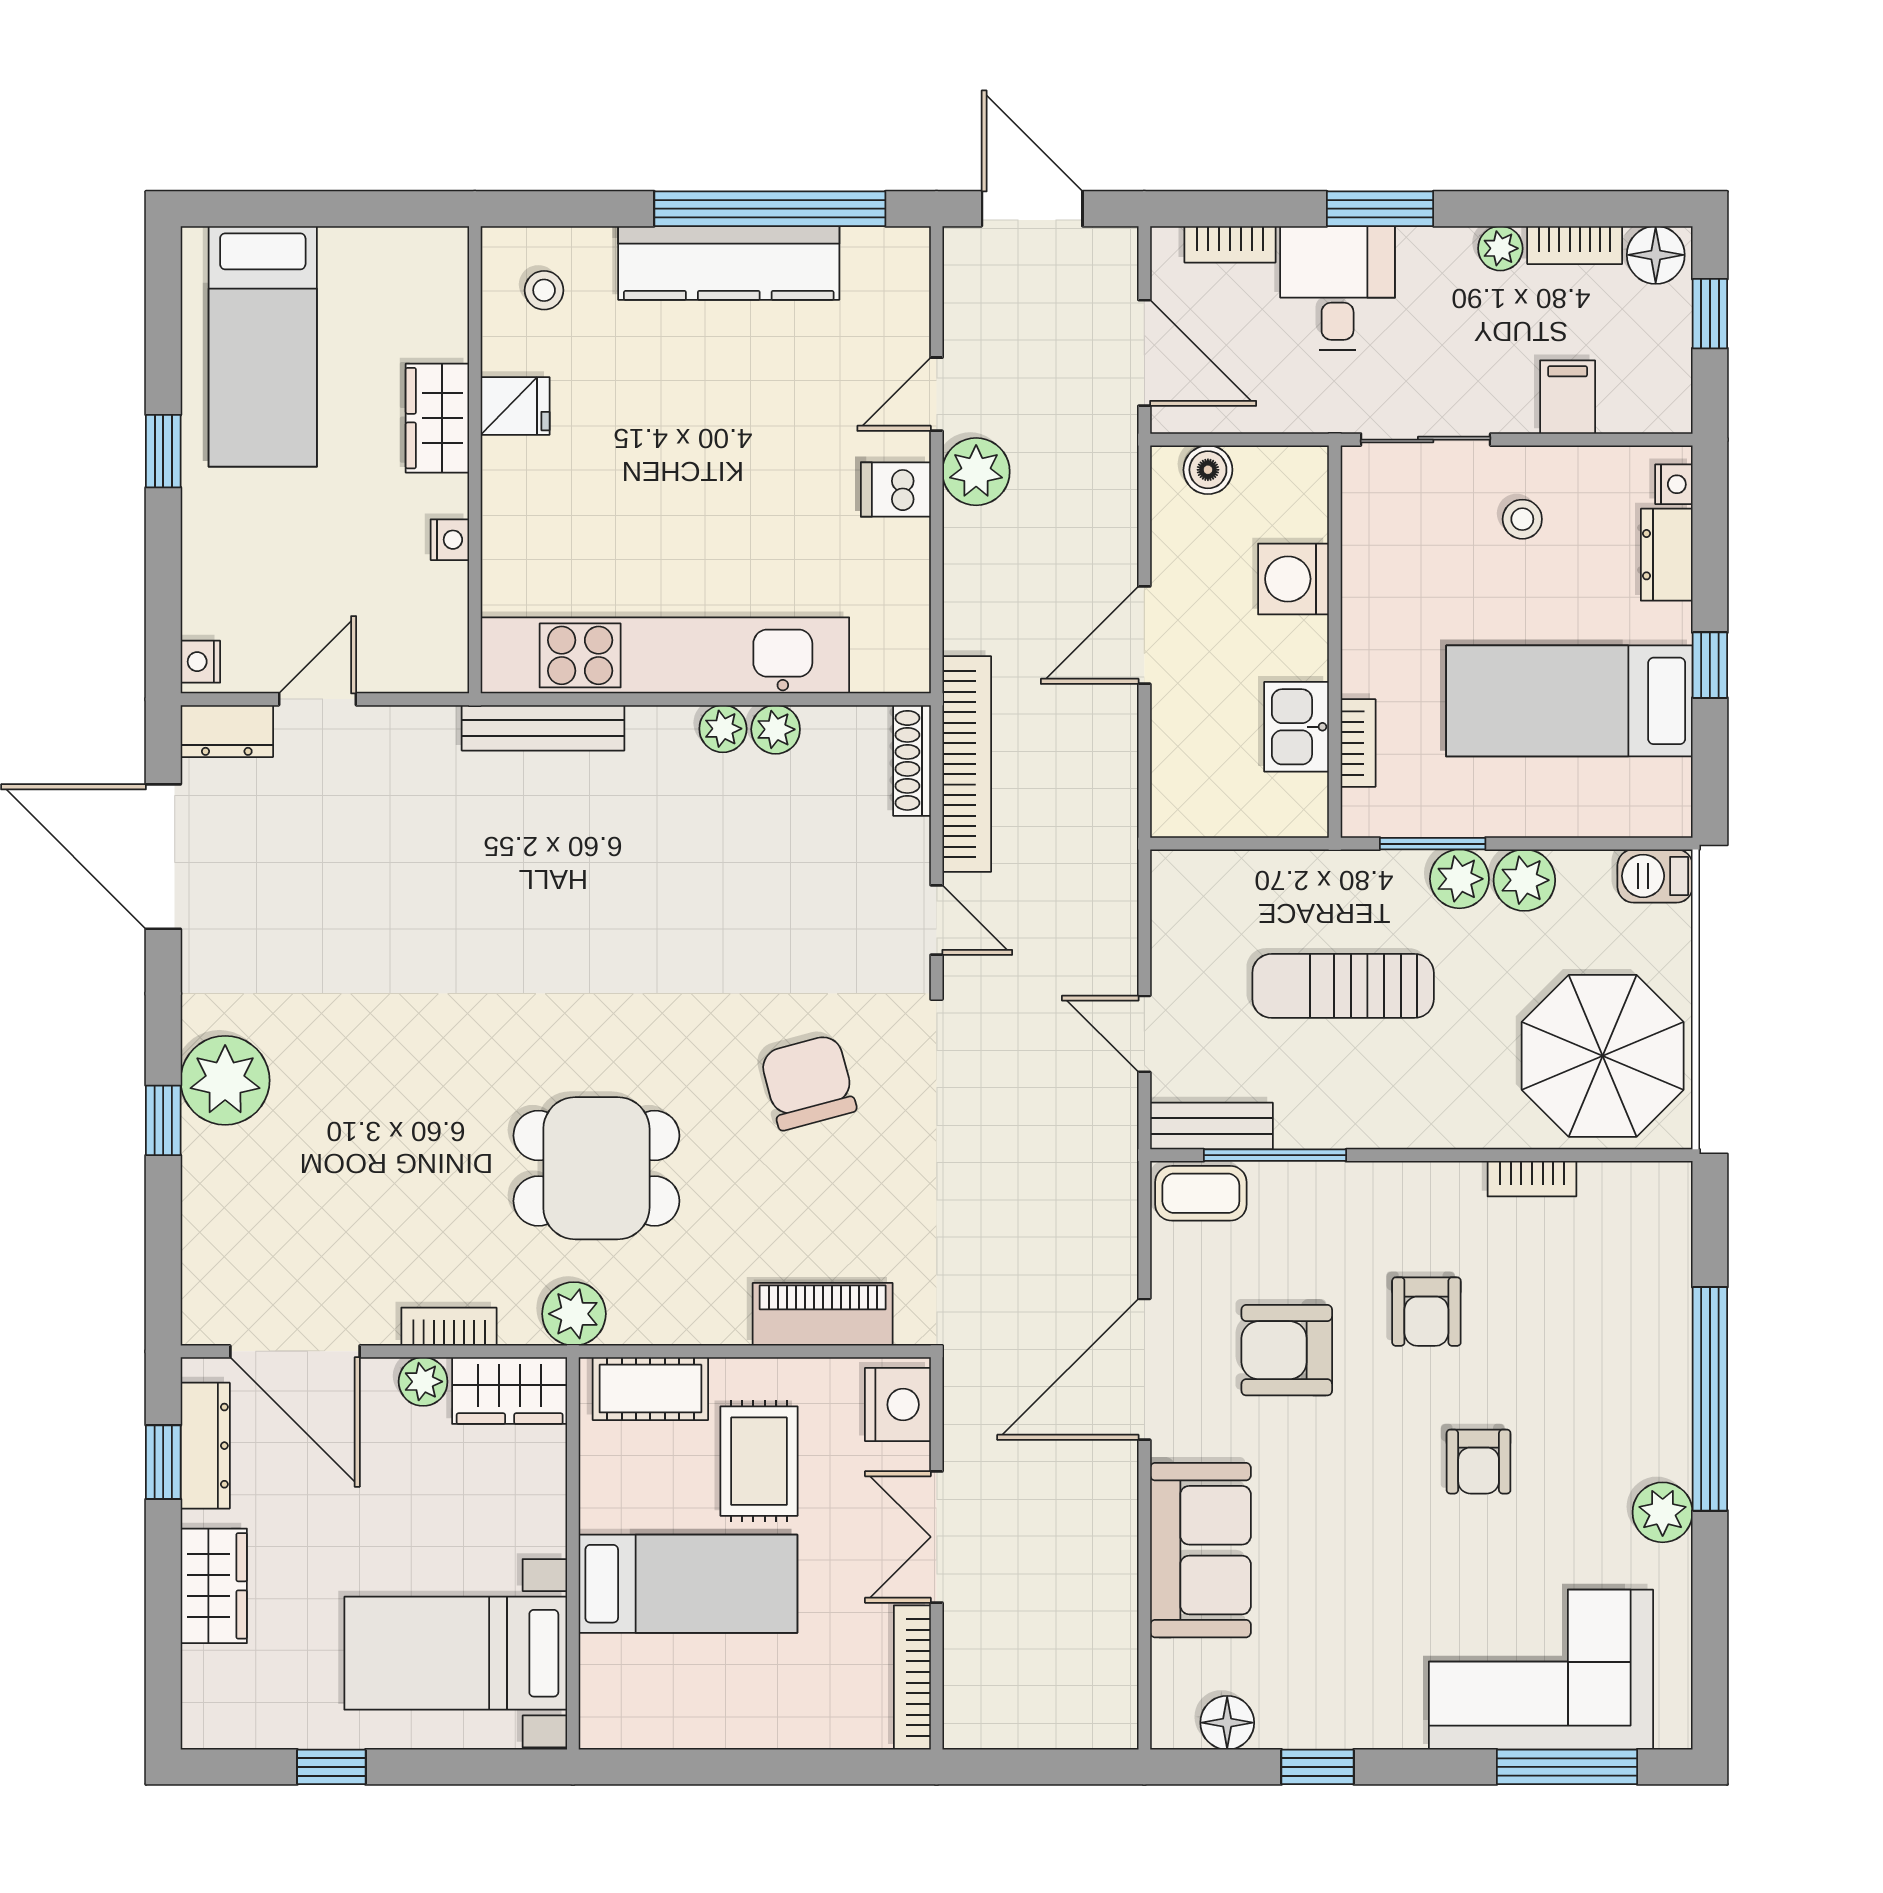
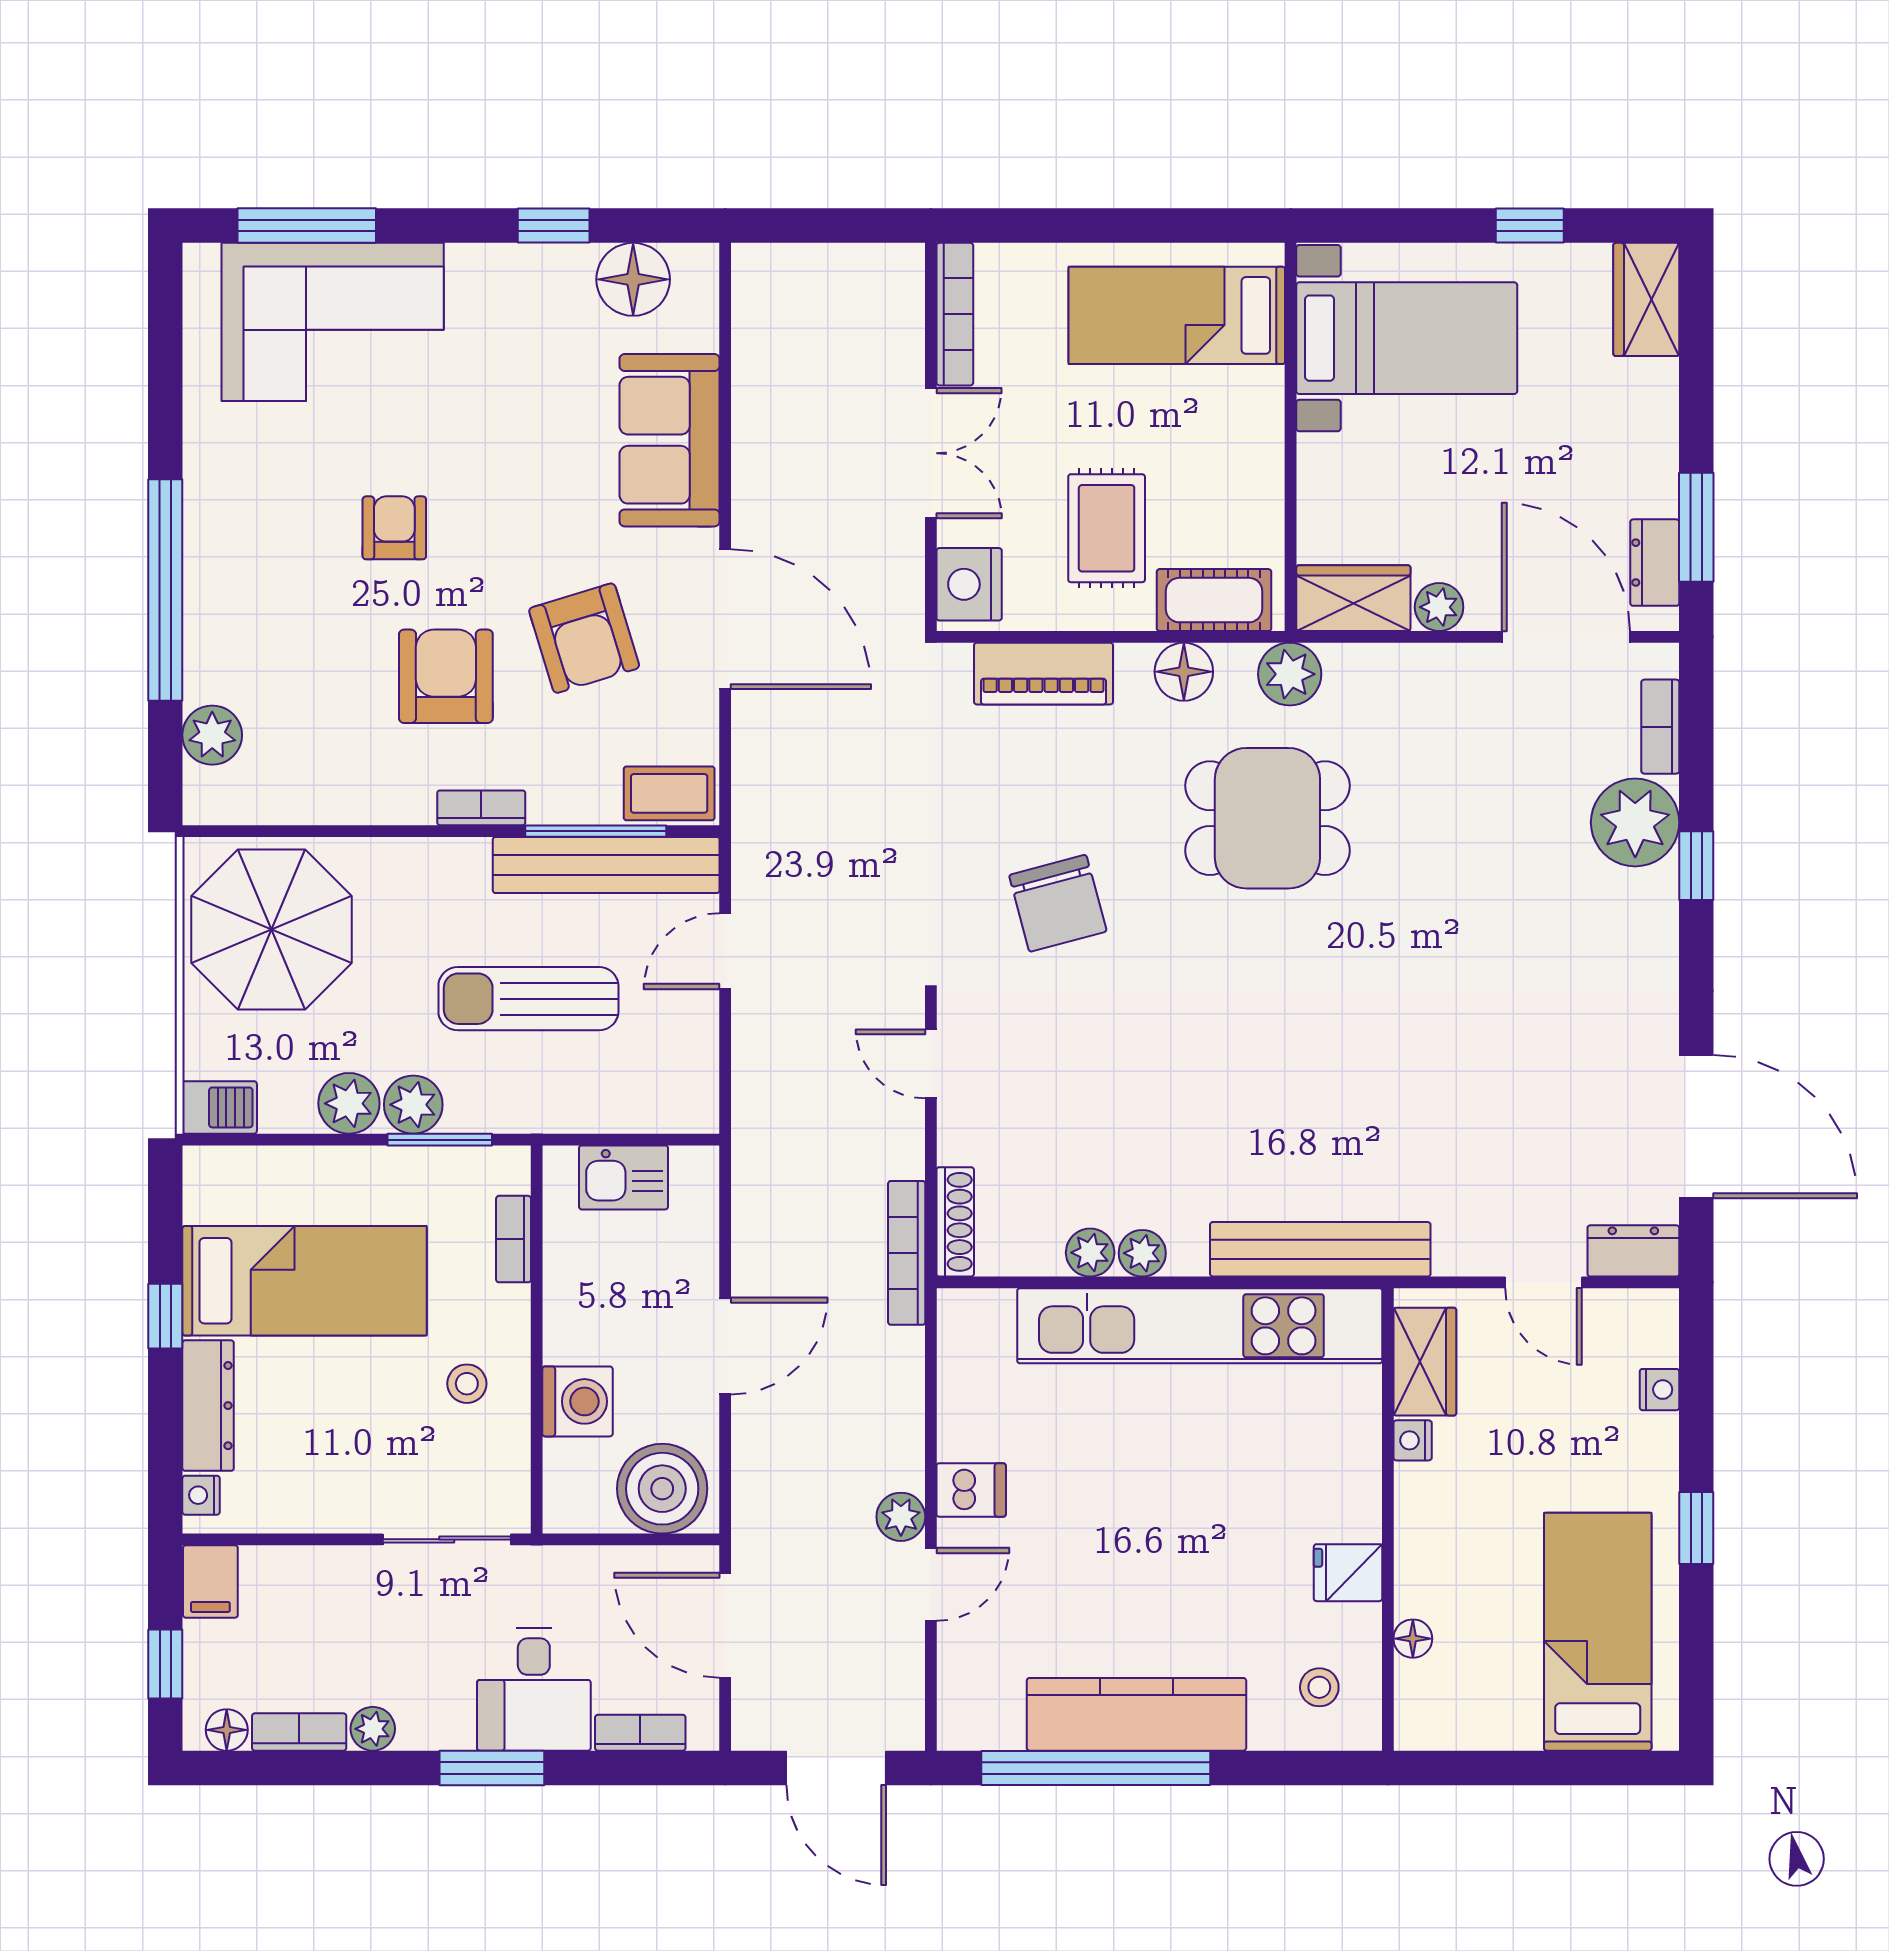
floor lamp: (1656, 255) -> (227, 1730), width x0.73, depth x0.73
floor lamp: (450, 339) -> (1413, 1639), added
filing cabinet: (1568, 397) -> (210, 1582), moved
wardrobe: (437, 418) -> (1425, 1362), moved
boiler: (1208, 470) -> (662, 1489), width x1.86, depth x1.86
plant: (976, 472) -> (901, 1517), width x0.73, depth x0.73
stool: (1522, 519) -> (467, 1384), moved
dresser: (1667, 555) -> (208, 1406), width x1.44
nightstand: (200, 662) -> (1660, 1390), moved
door: (318, 699) -> (1544, 1282), hinge flipped
kitchen sink: (1296, 727) -> (624, 1177), moved, turned 90
bench: (543, 728) -> (1320, 1249), width x1.37, depth x1.21
bookcase: (967, 764) -> (907, 1253), width x0.68, depth x0.76
sun lounger: (1343, 986) -> (528, 999), turned 180
door: (1144, 1034) -> (725, 951), swing flipped
plant: (225, 1080) -> (1635, 822), moved
bench: (1211, 1126) -> (606, 865), width x1.86, depth x1.21
bookcase: (1532, 1179) -> (481, 808), moved
armchair: (1426, 1312) -> (446, 676), width x1.38, depth x1.38
floor lamp: (681, 1316) -> (1184, 672), added
bookcase: (449, 1327) -> (1660, 727), moved, turned 90
armchair: (1287, 1350) -> (584, 638), turned 73
door: (1144, 1369) -> (725, 619), hinge flipped
dresser: (205, 1446) -> (1655, 563), width x0.70
window: (163, 1462) -> (1696, 527), width x1.50
plant: (1663, 1512) -> (212, 735), moved
bed: (688, 1584) -> (1177, 315), moved
wardrobe: (214, 1586) -> (1646, 299), moved
floor lamp: (1227, 1723) -> (633, 279), width x1.38, depth x1.38

